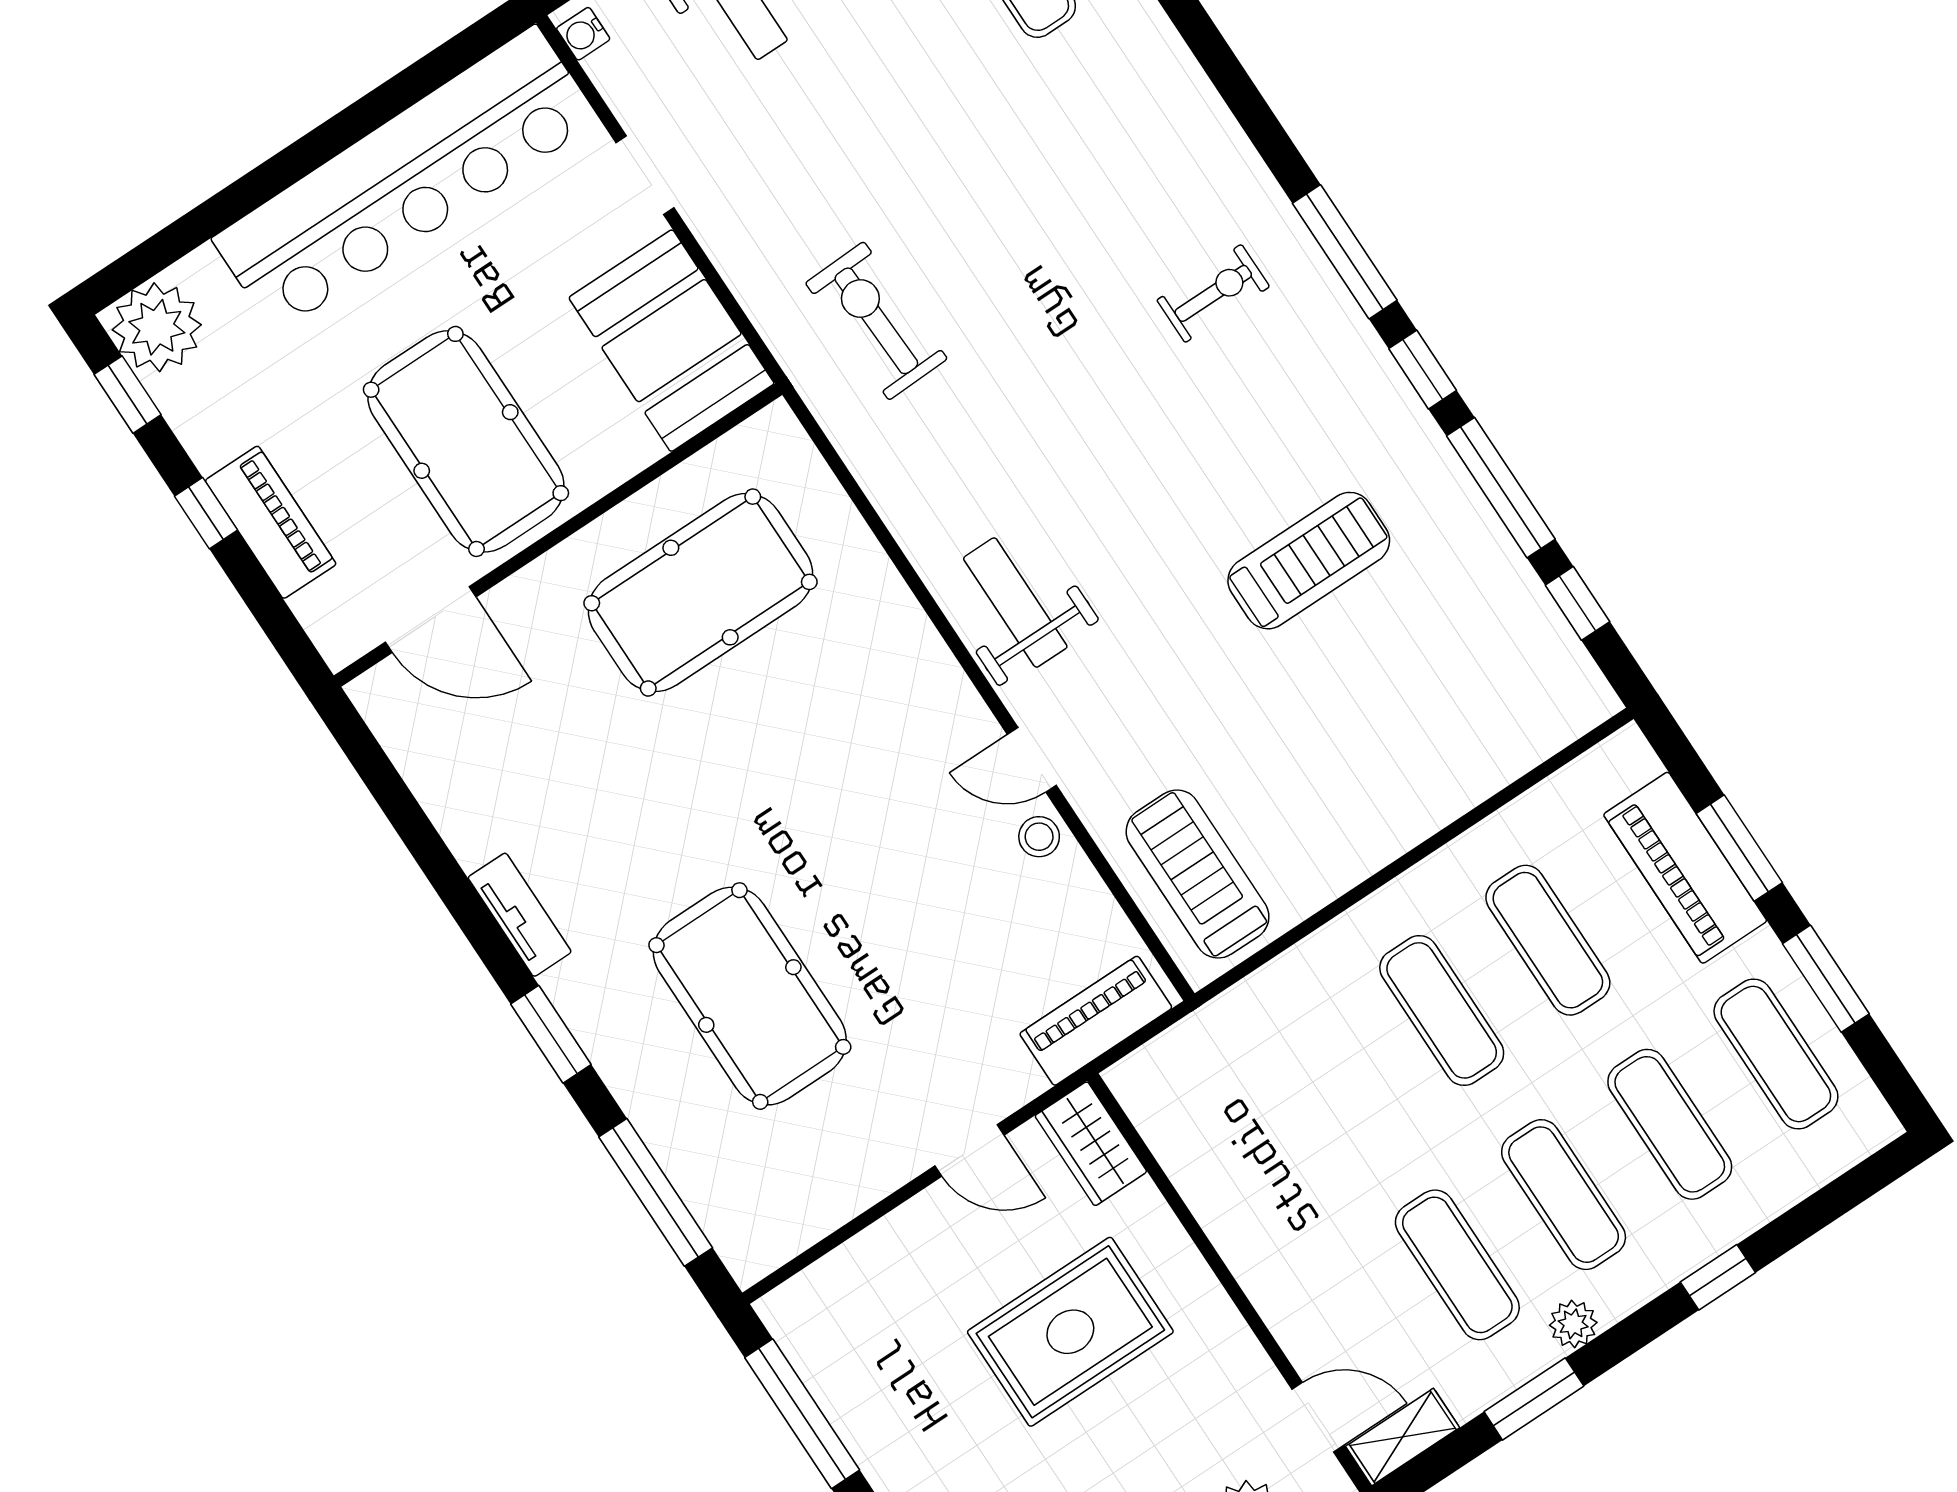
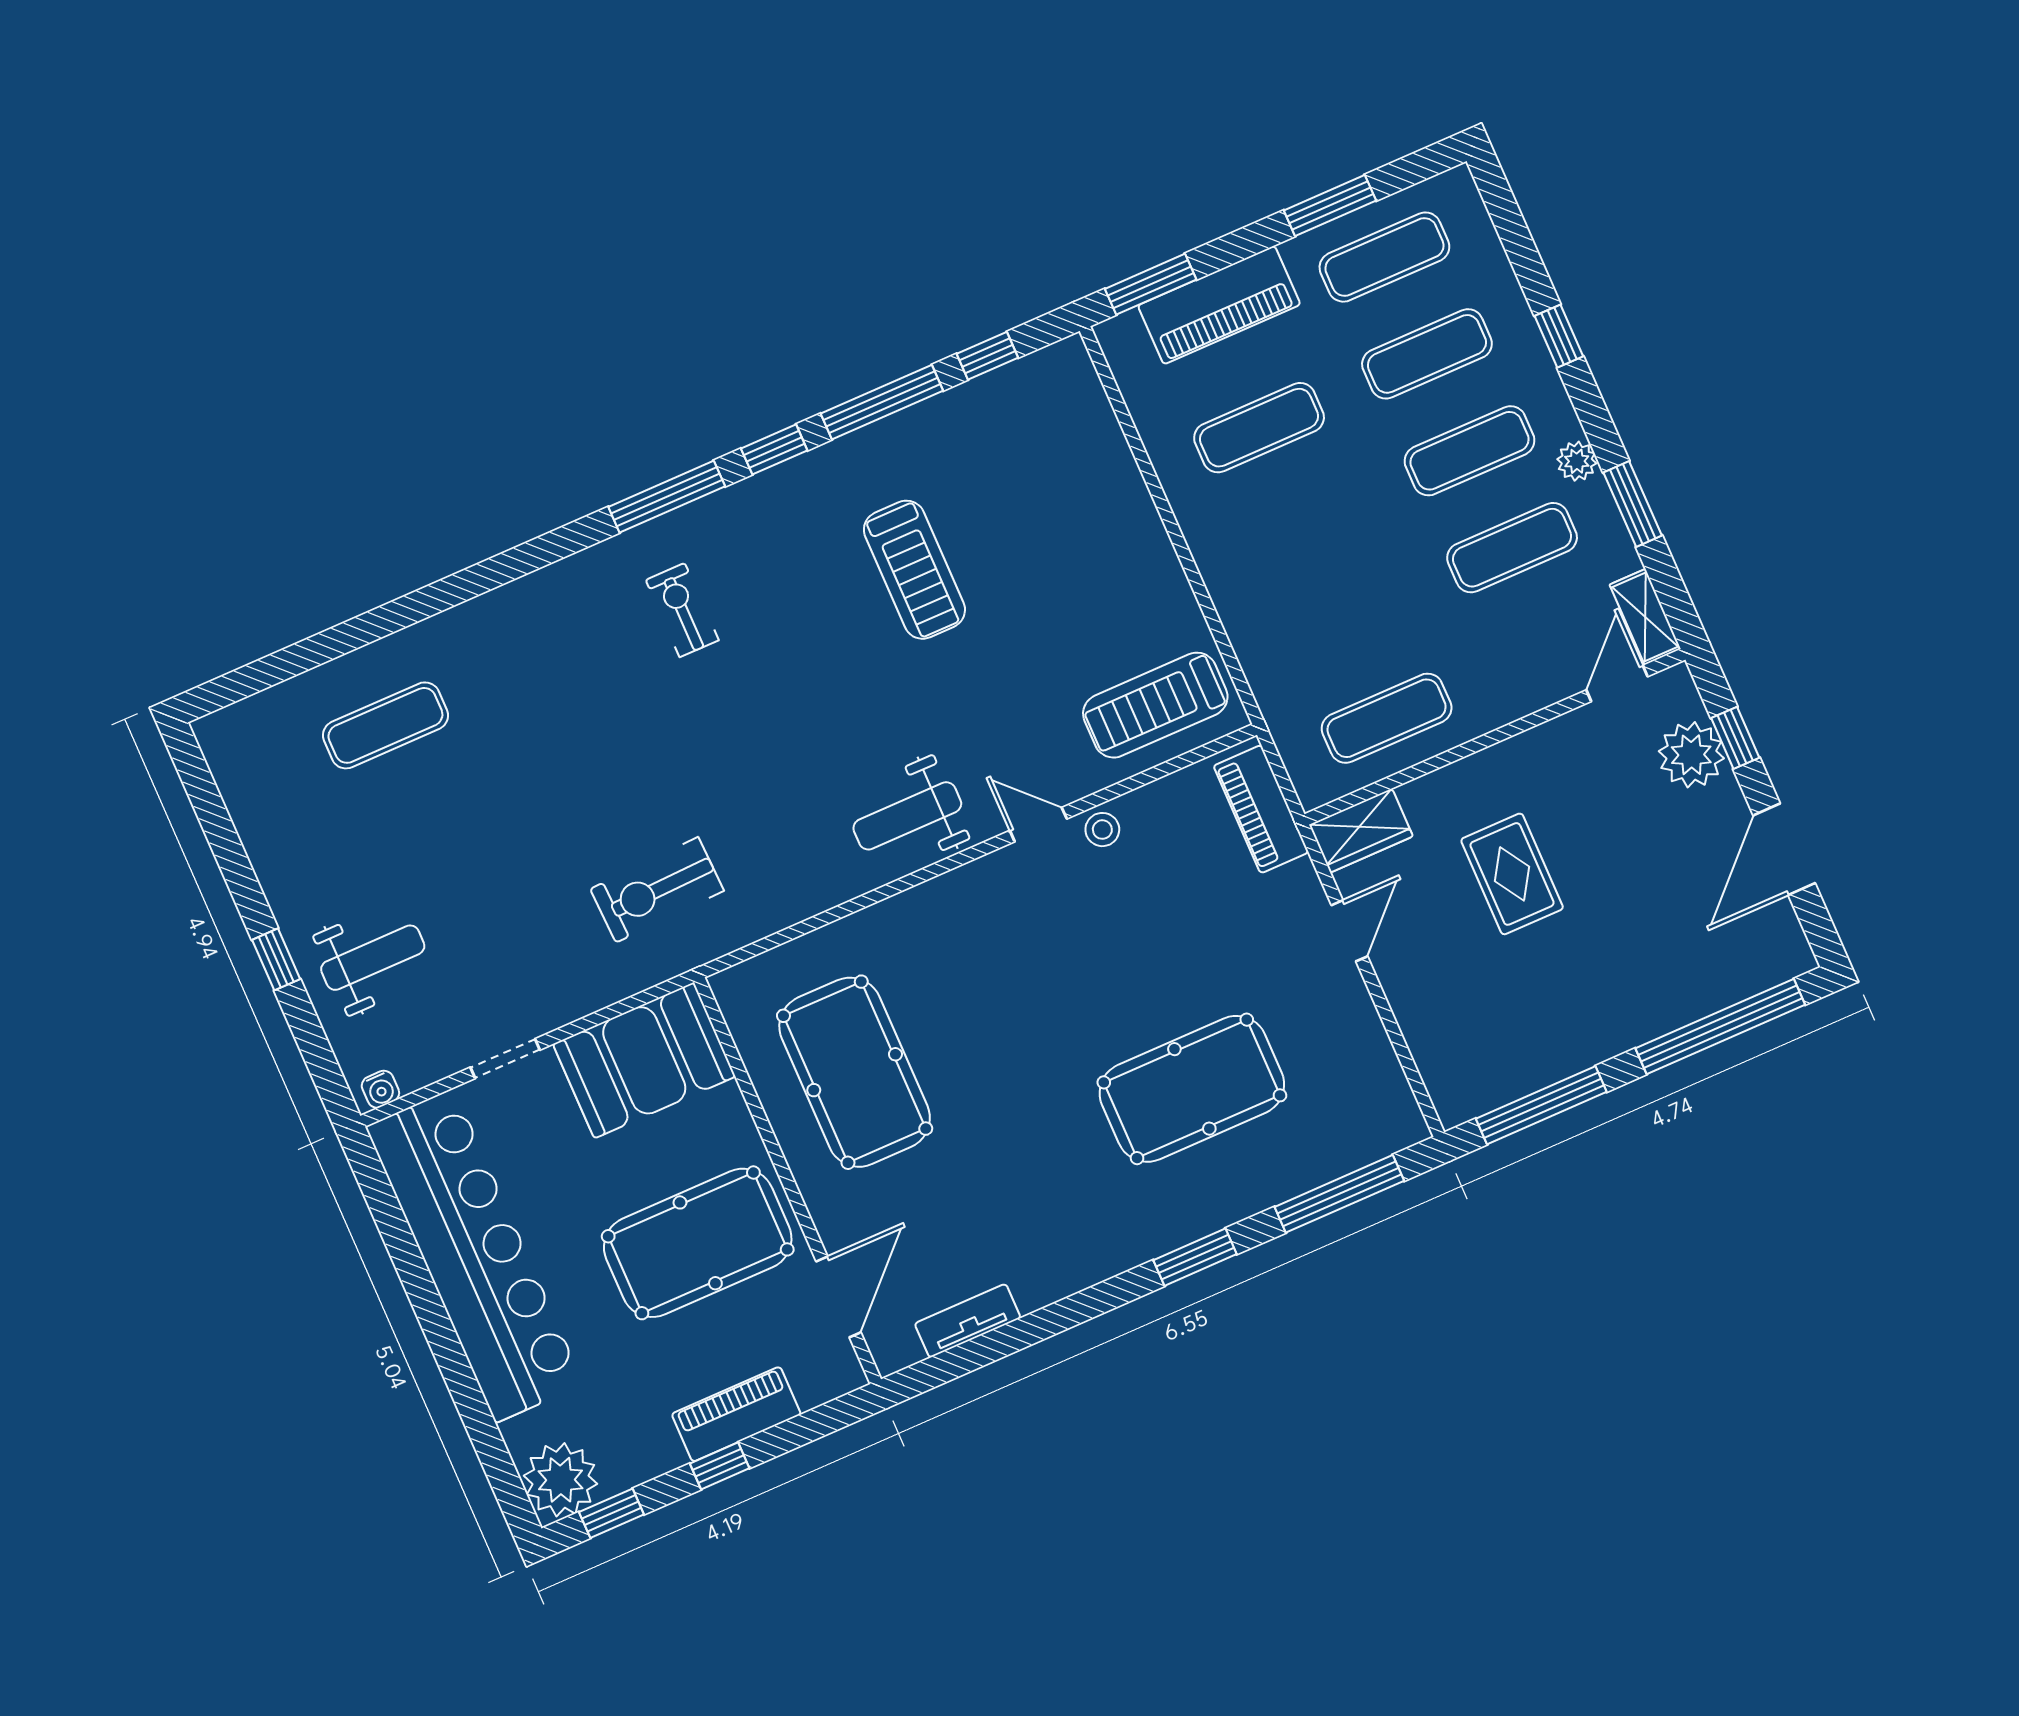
treadmill: (1309, 561) -> (914, 570), turned 180
door: (1032, 760) -> (1038, 825), swing flipped
window: (1739, 848) -> (1151, 284), moved
tv unit: (520, 915) -> (968, 1321), moved
exercise mat: (1442, 1010) -> (1387, 718), moved
rug: (1070, 1332) -> (1512, 874), width x0.73, depth x0.70

